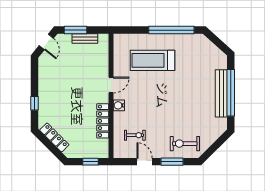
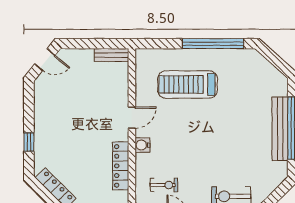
window: (76, 30) -> (84, 44), removed
bench: (85, 38) -> (111, 55), moved
door: (46, 42) -> (45, 60), hinge flipped

